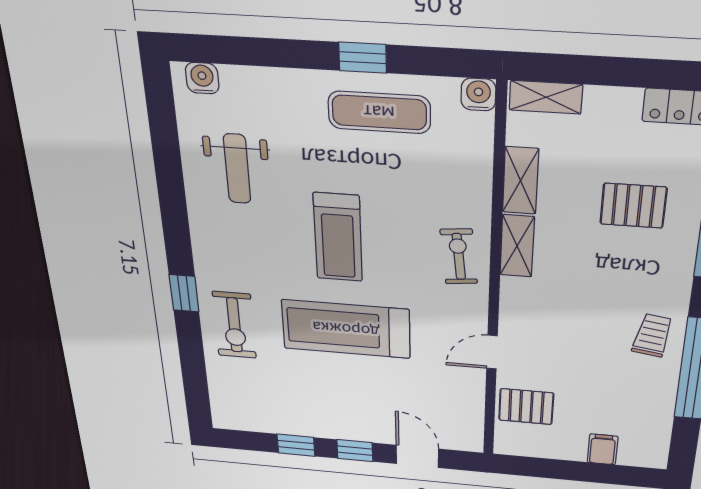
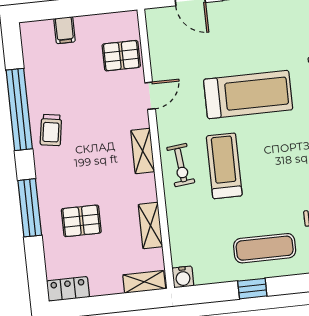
exercise mat: (379, 112) -> (265, 248), moved
treadmill: (338, 237) -> (224, 166), moved
shelving: (517, 246) -> (143, 151), moved

